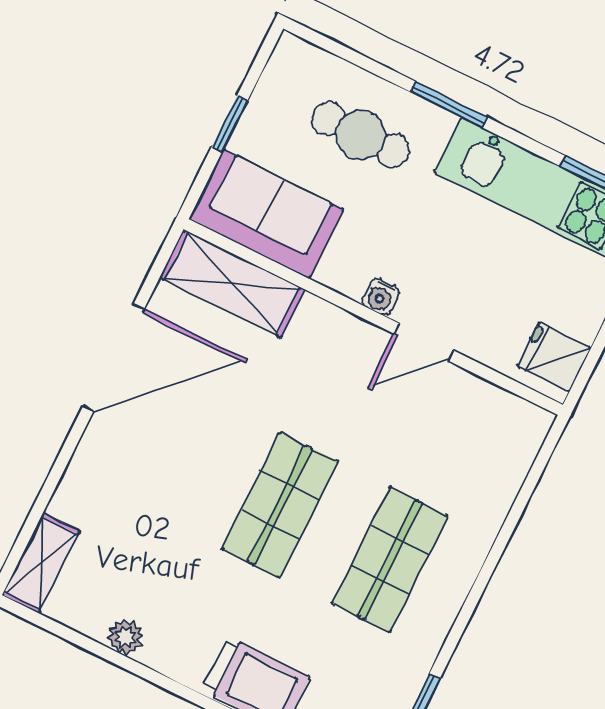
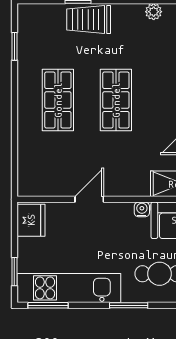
water cooler: (381, 297) -> (142, 209), moved
fridge: (554, 357) -> (31, 220), width x1.38

